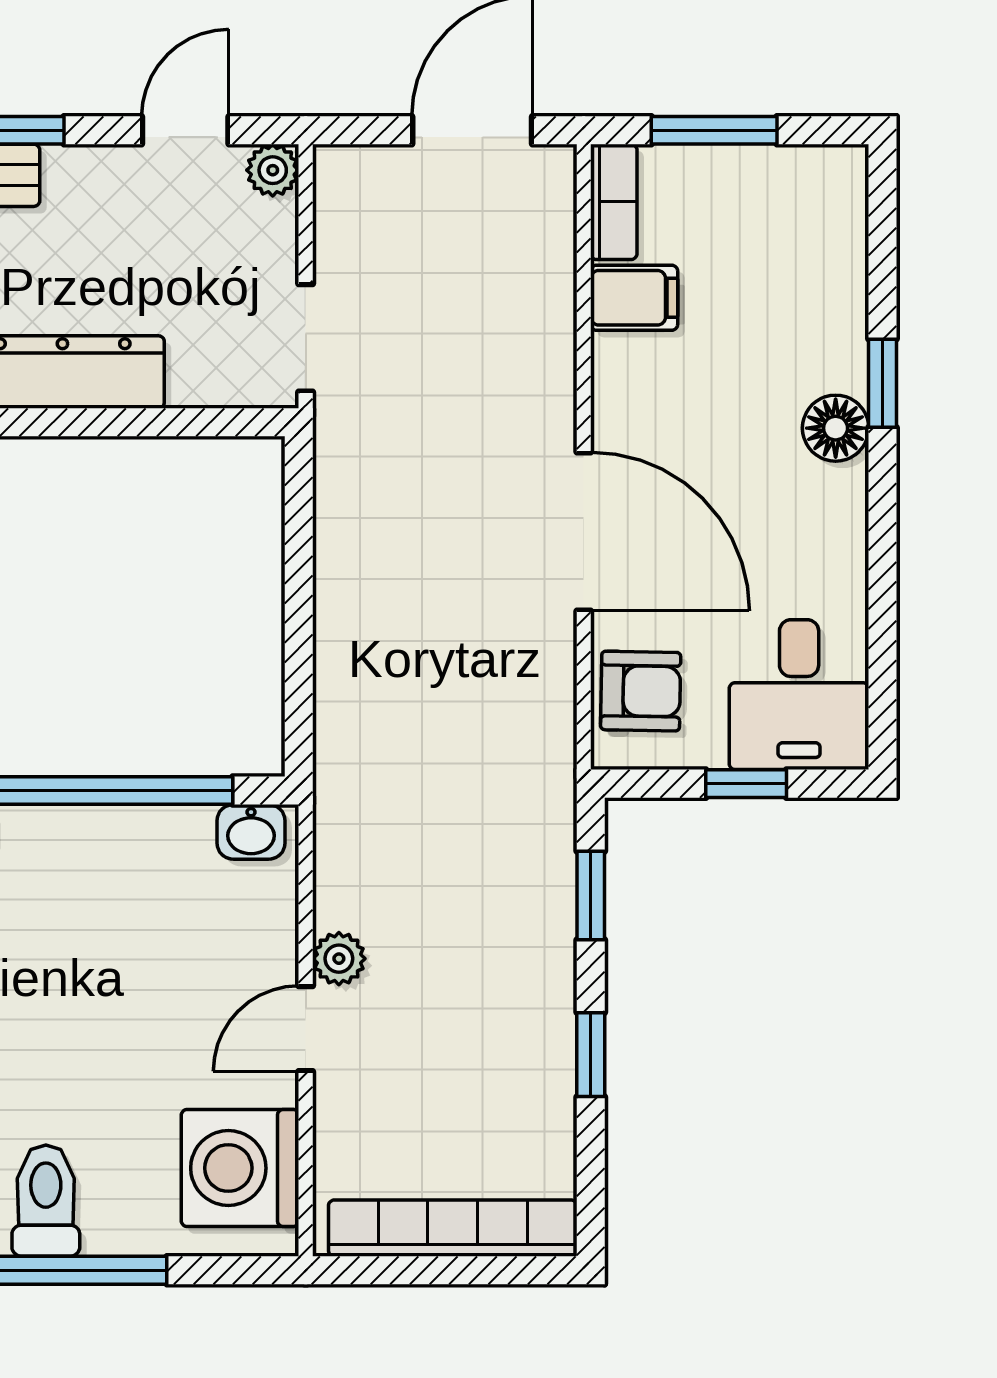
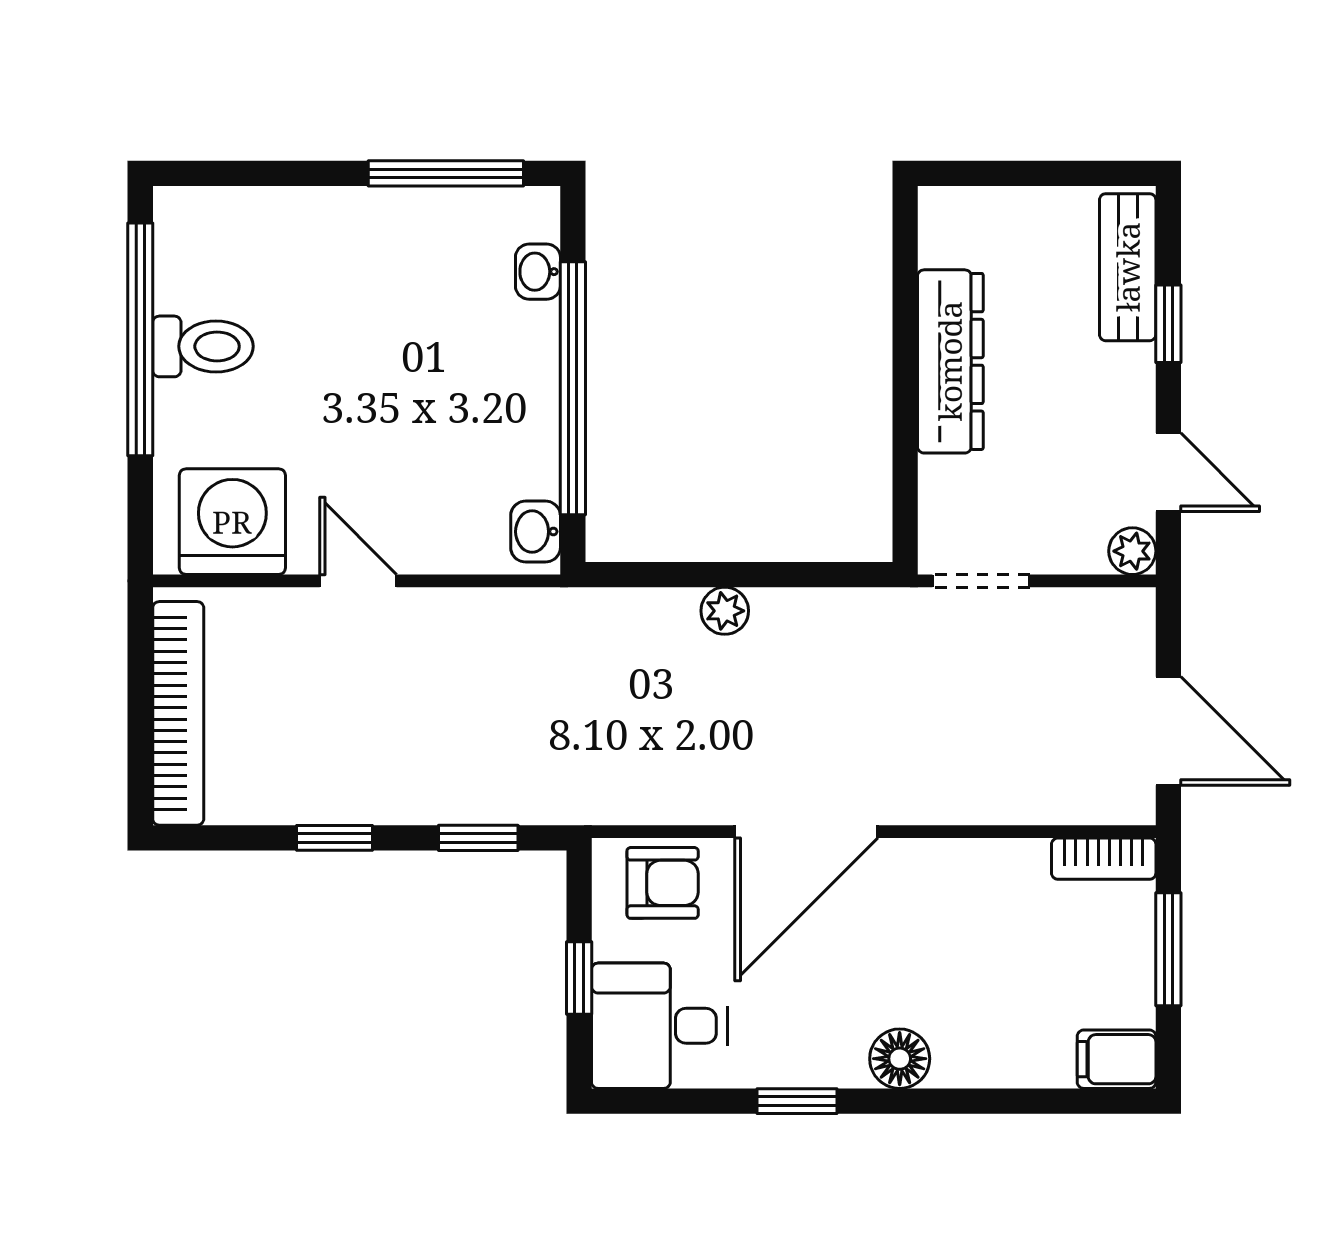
filing cabinet: (634, 298) -> (1117, 1059), moved, turned 90
window: (883, 383) -> (797, 1101), moved
armchair: (641, 691) -> (663, 883), turned -91
plant: (339, 959) -> (725, 611), moved

